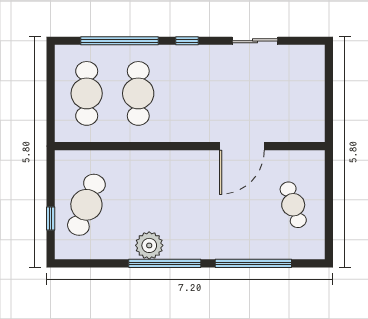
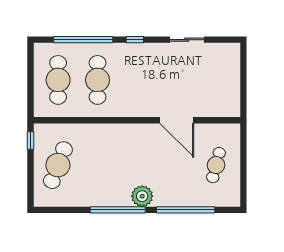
door: (242, 146) -> (177, 120), hinge flipped
cafe table: (293, 205) -> (216, 165), turned 33
window: (51, 219) -> (31, 141), moved
plant: (149, 245) -> (142, 196), moved

